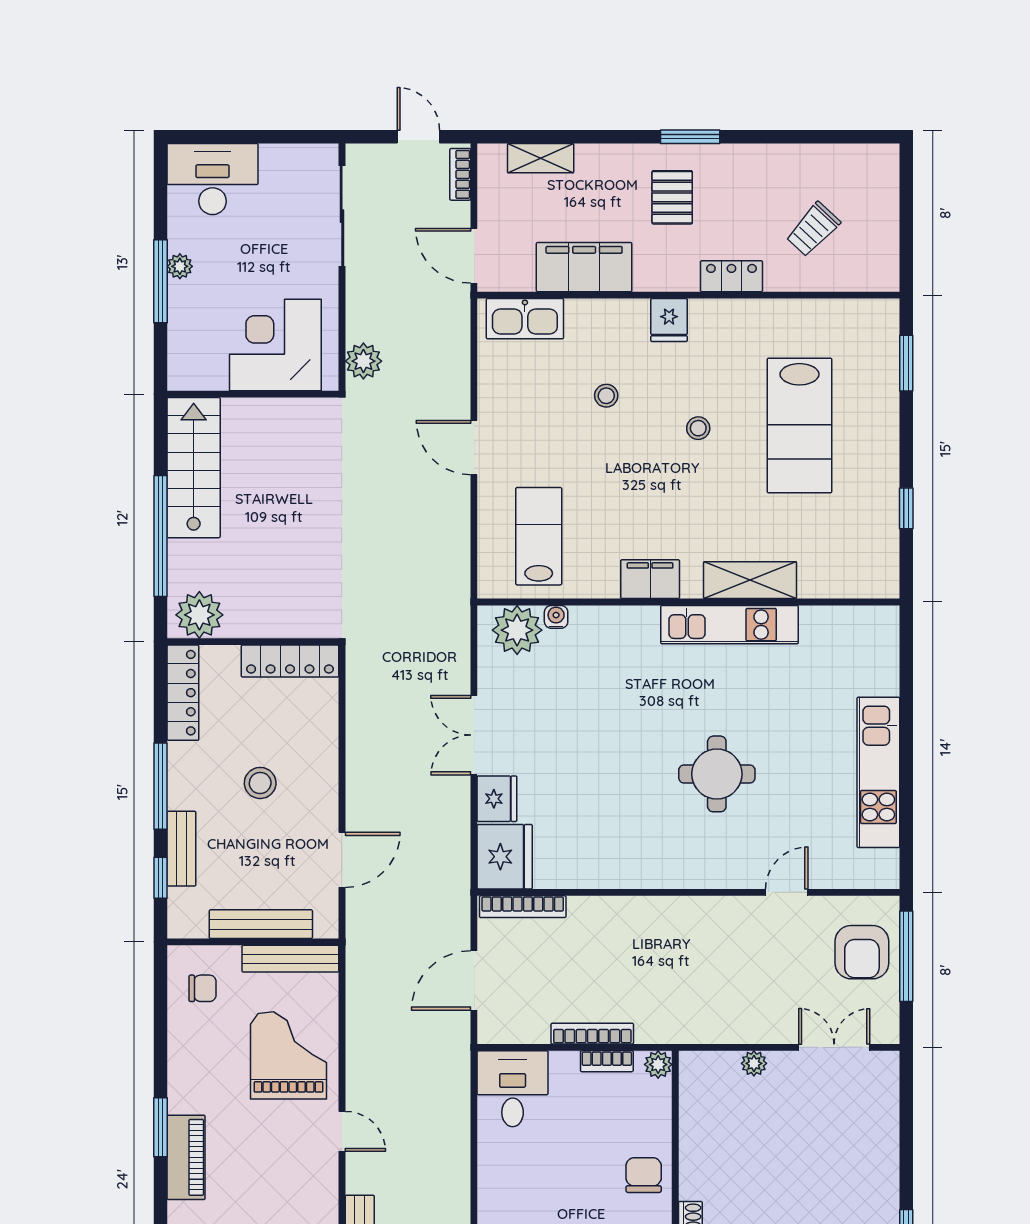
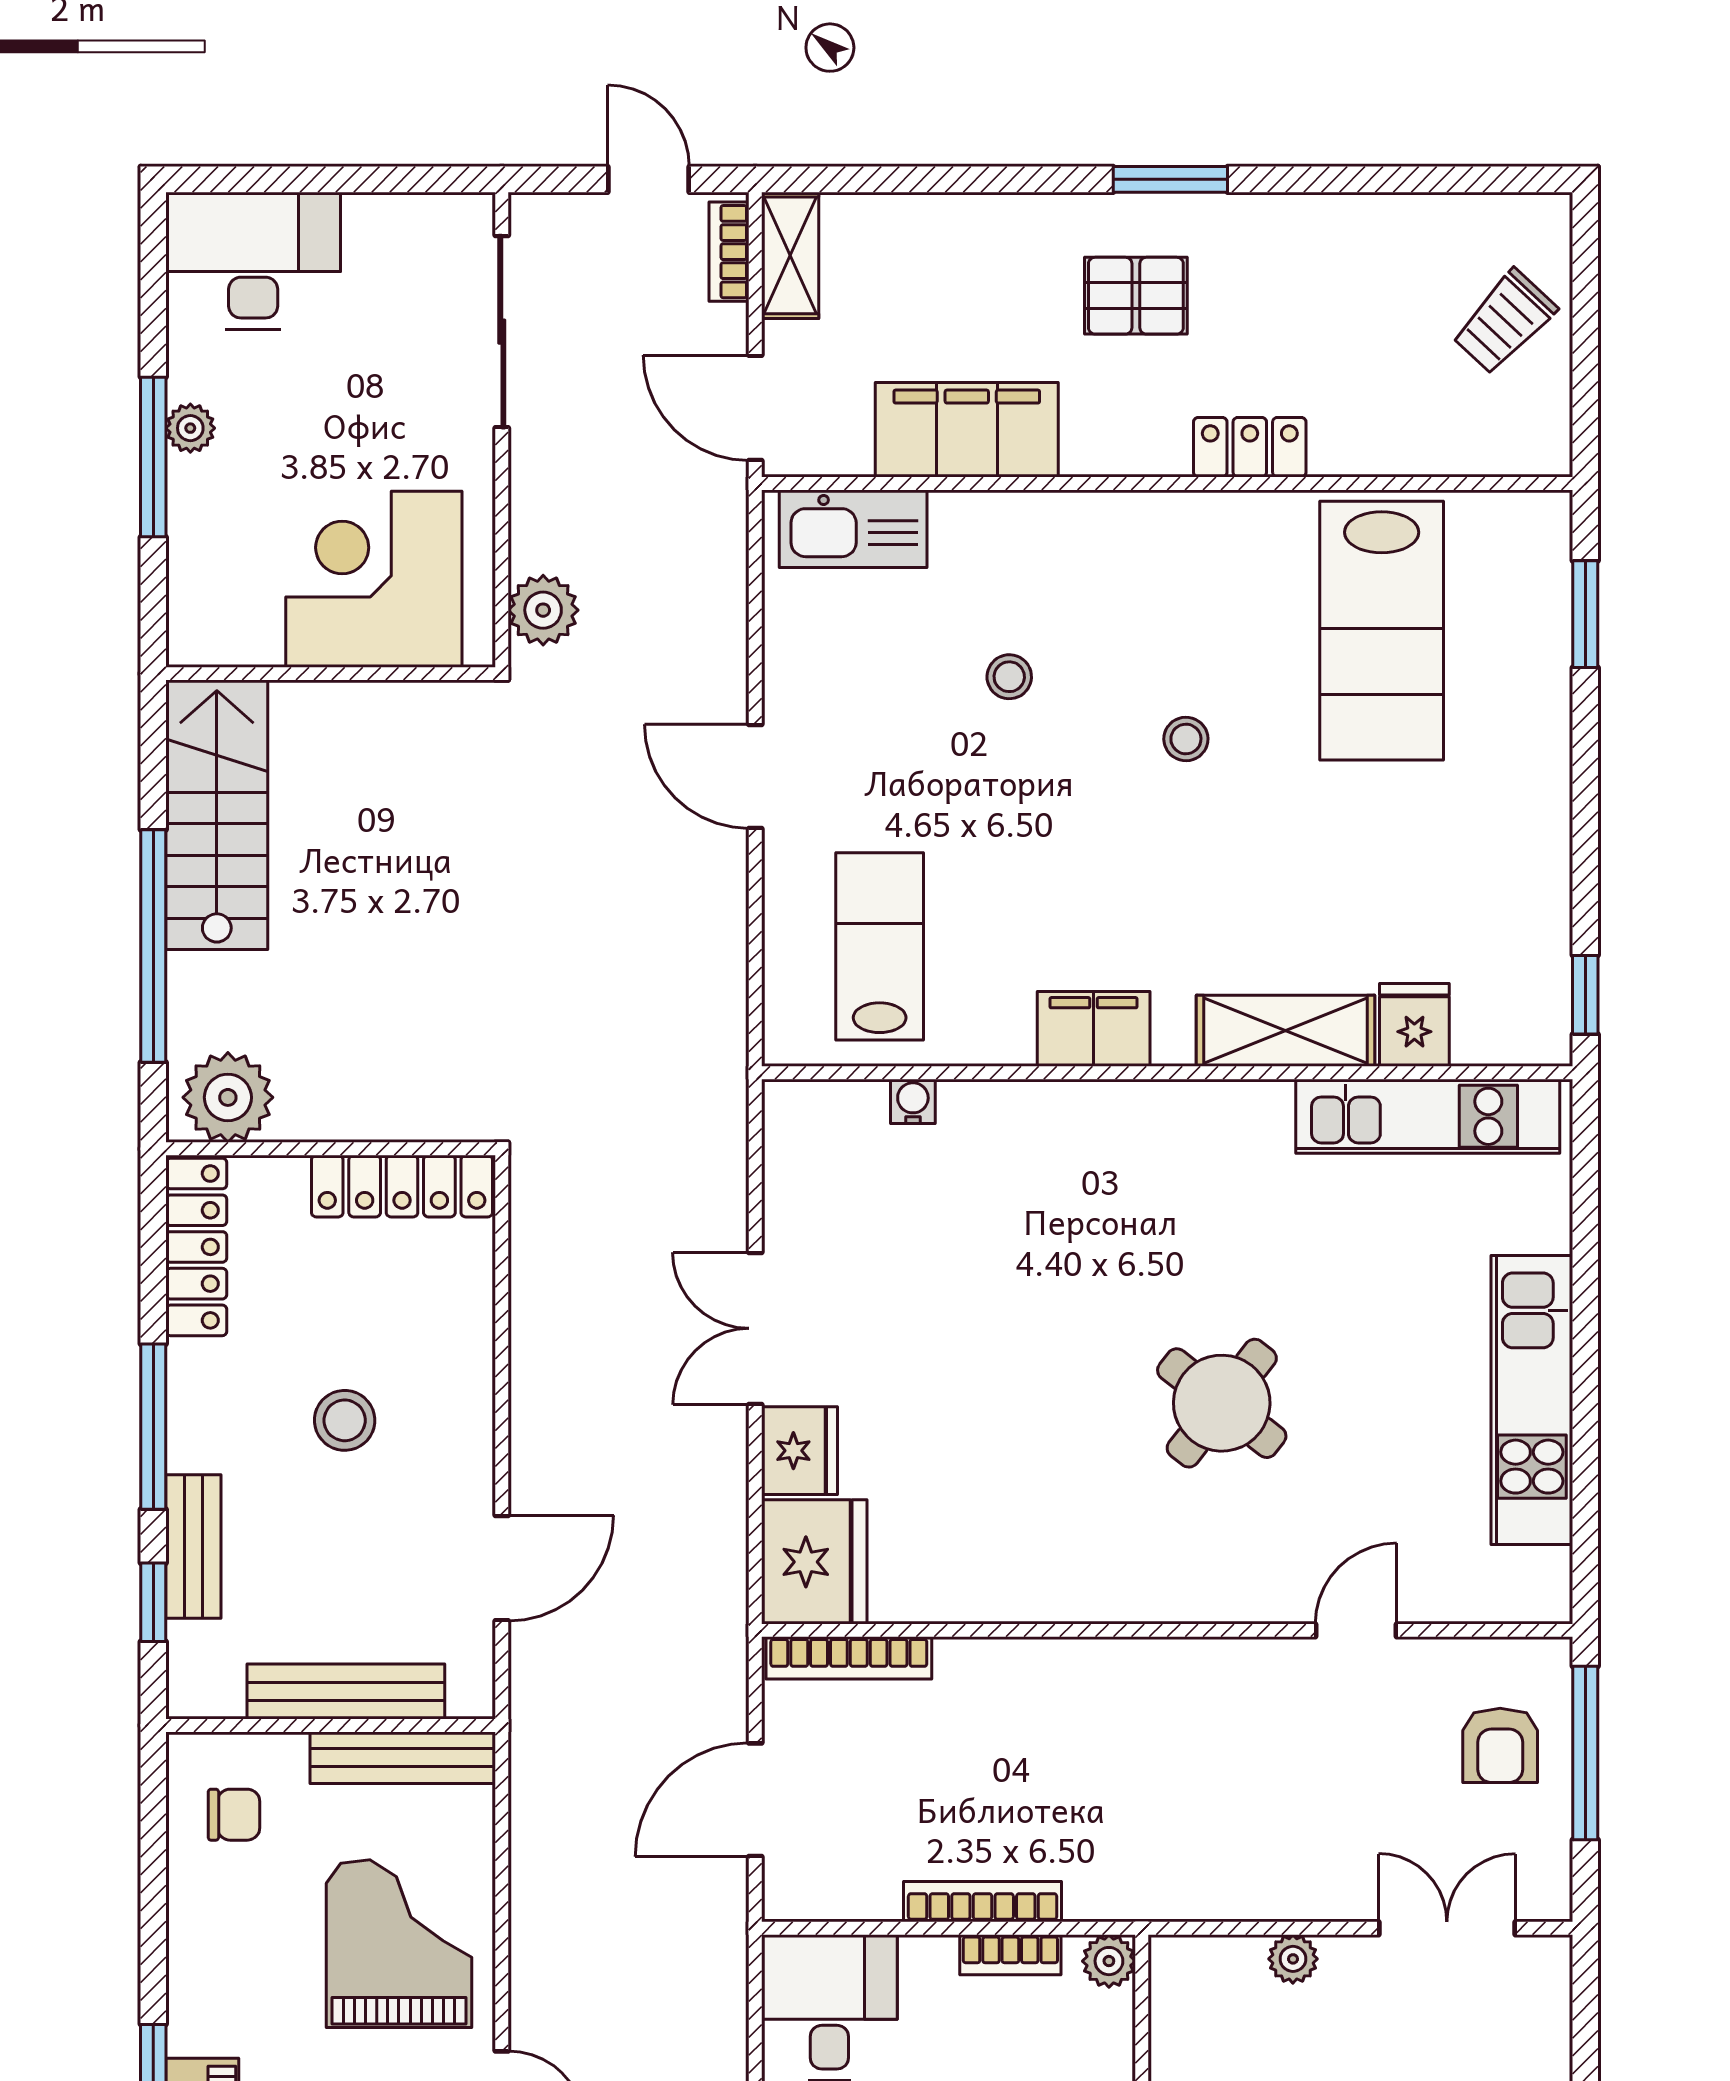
shelving: (541, 158) -> (790, 255), moved, turned 90
pallet: (672, 197) -> (1136, 296), turned 90
trolley: (813, 229) -> (1504, 322), moved
fridge: (669, 320) -> (1414, 1025), moved, turned 180
lab bench: (799, 426) -> (1382, 631), moved
window: (906, 508) -> (1585, 995), moved
kitchen unit: (730, 625) -> (1428, 1116), moved
plant: (517, 630) -> (838, 1127), removed
round table: (717, 774) -> (1222, 1403), turned 38
armchair: (862, 952) -> (1500, 1745), width x0.72, depth x0.72

